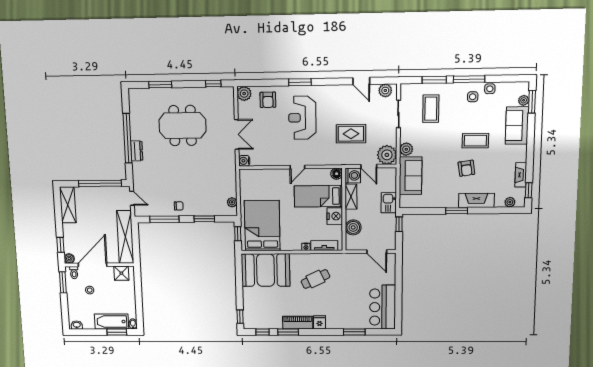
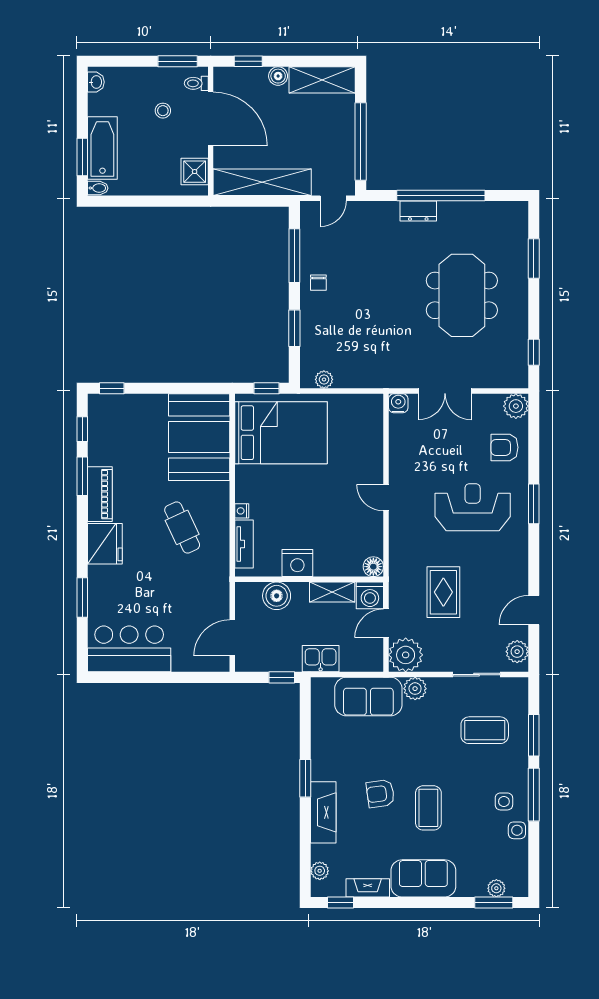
sofa: (517, 126) -> (423, 878), moved
bed: (318, 196) -> (334, 534), removed
boiler: (69, 259) -> (278, 76), moved
fridge: (320, 322) -> (105, 544), width x1.88, depth x1.34

